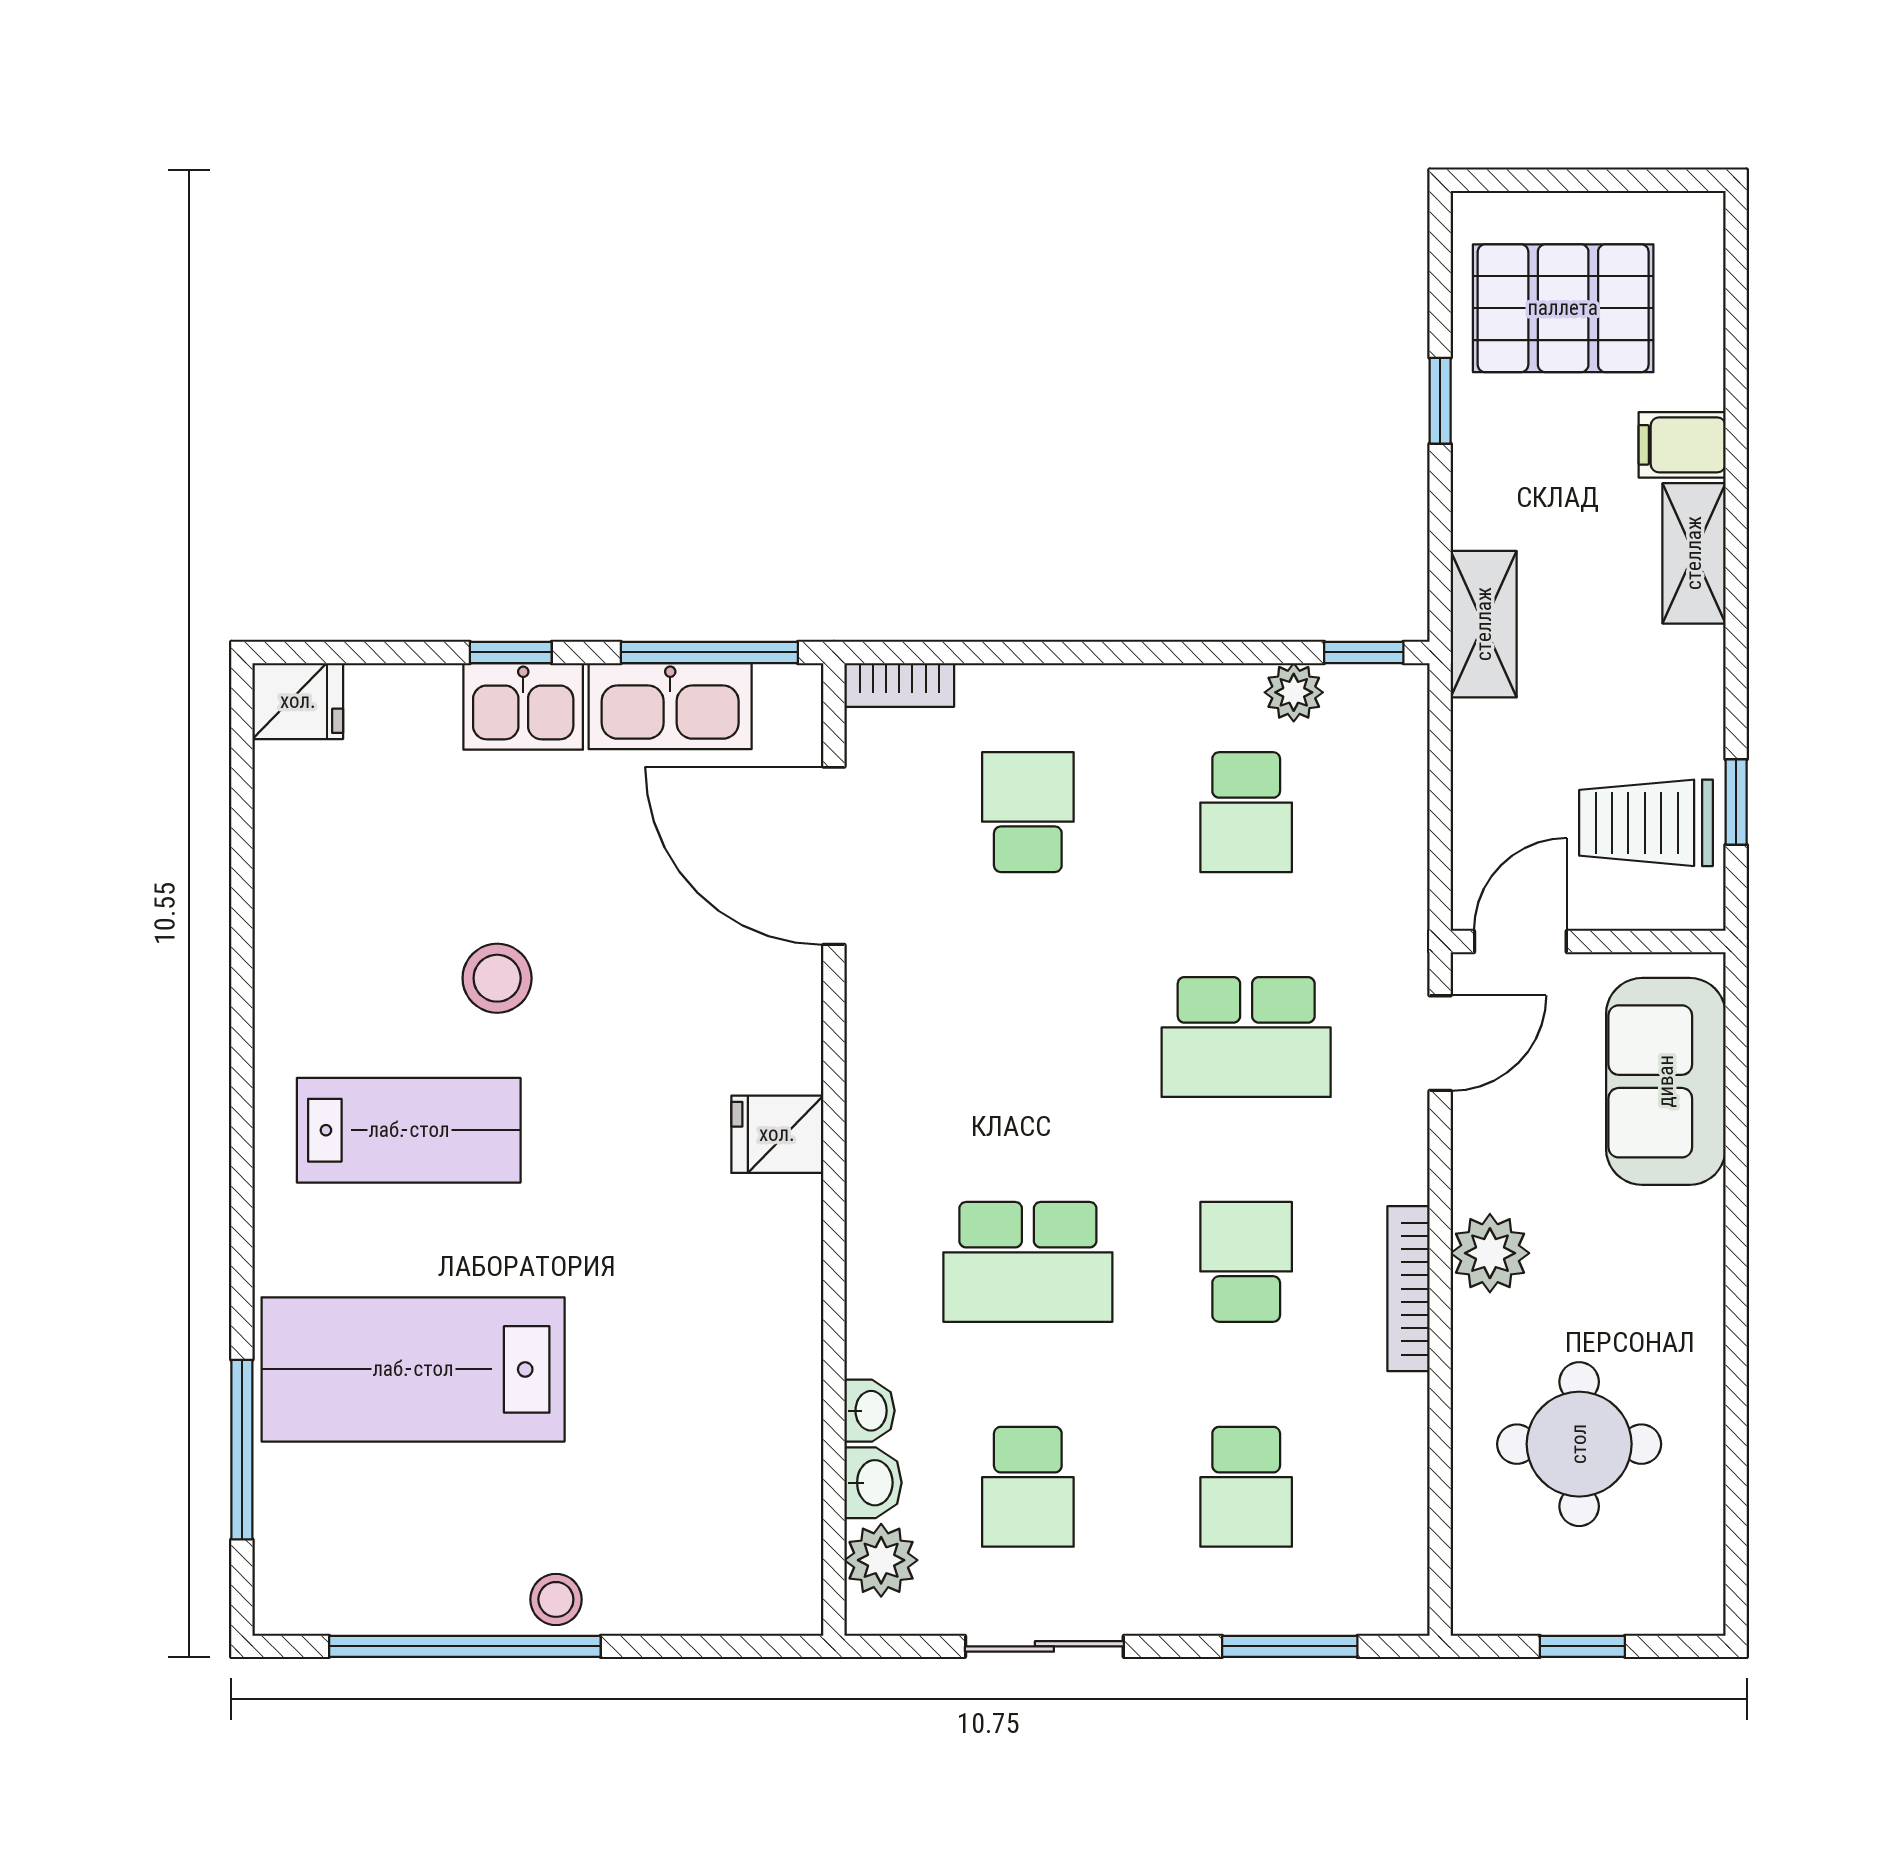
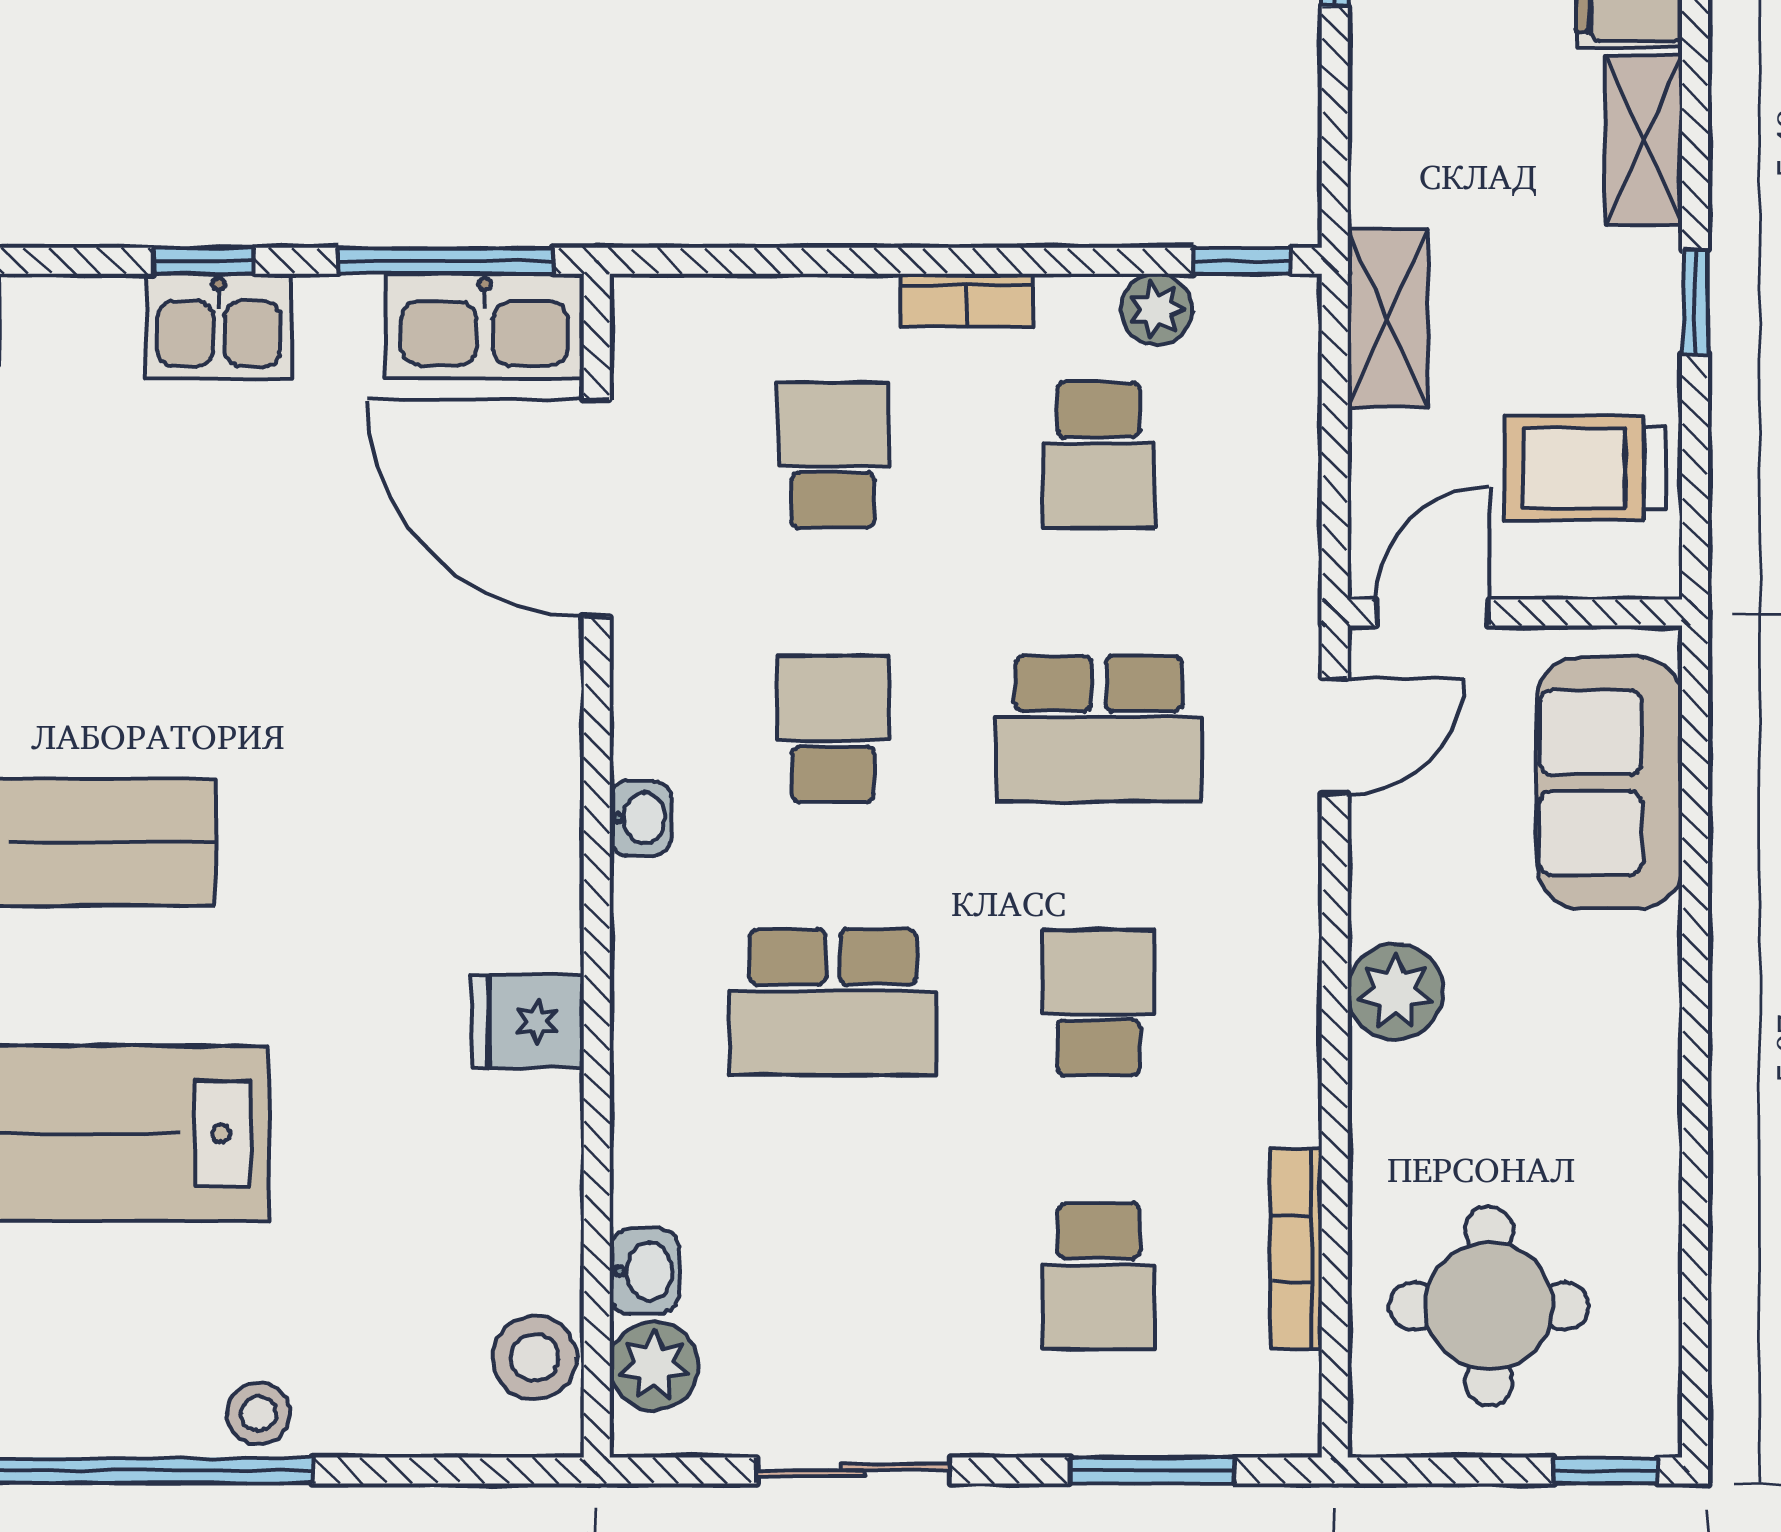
shelving: (1484, 624) -> (1388, 318), moved
bookcase: (899, 685) -> (967, 300), moved
kitchen sink: (670, 706) -> (485, 326), moved
window: (1736, 802) -> (1695, 302), moved
stool: (497, 978) -> (535, 1358), moved
fridge: (777, 1134) -> (528, 1021), moved
bookcase: (1408, 1289) -> (1296, 1249), moved
washbasin: (870, 1411) -> (640, 818), moved
round table: (1579, 1444) -> (1489, 1306), moved
school desk: (1028, 1487) -> (833, 729), moved, turned 180
window: (1582, 1646) -> (1606, 1471), moved

